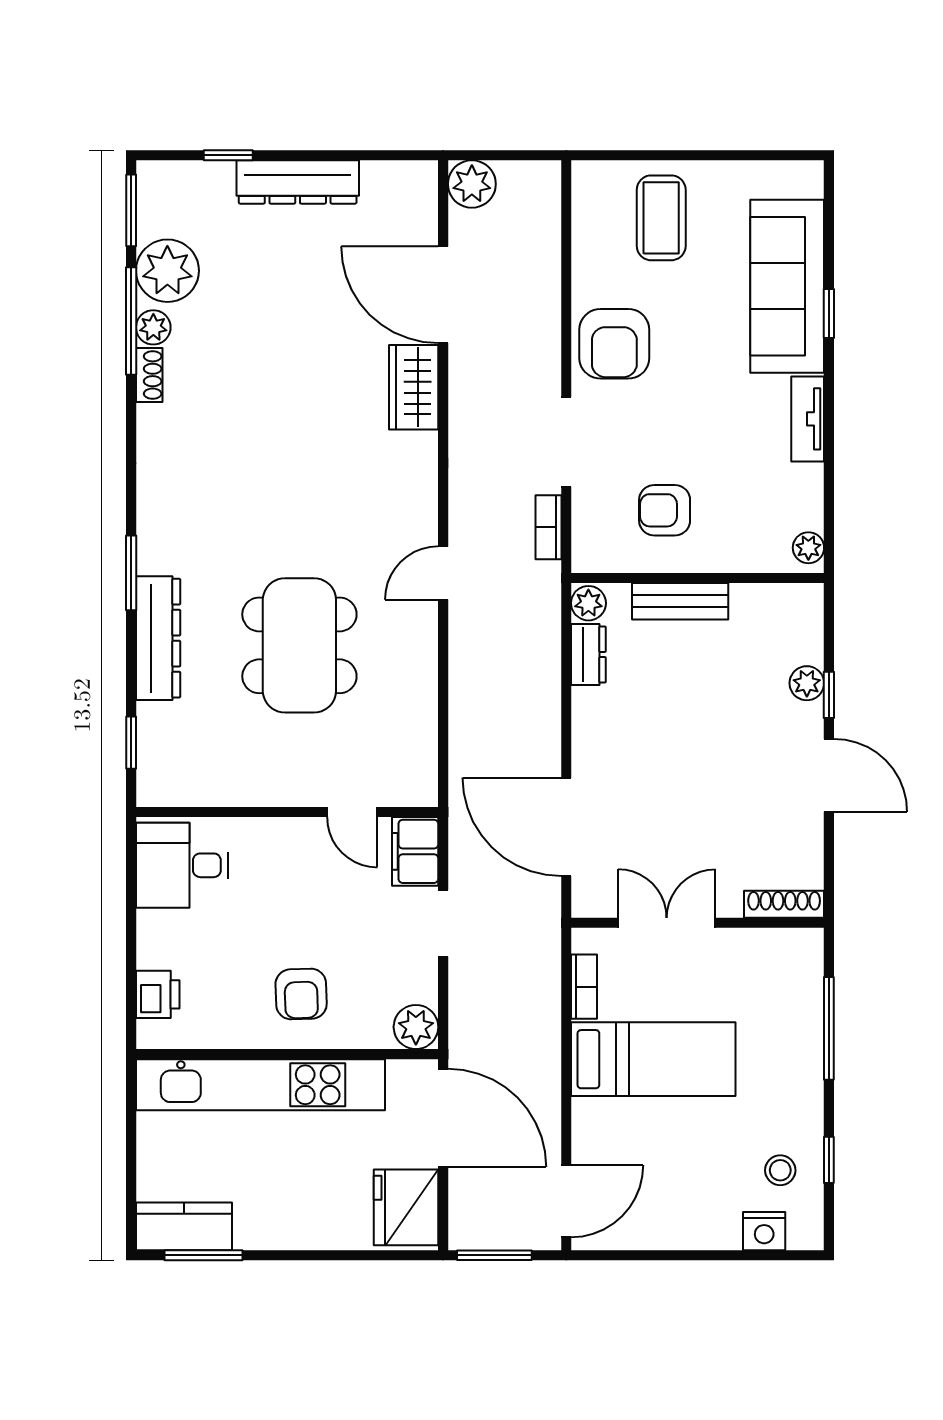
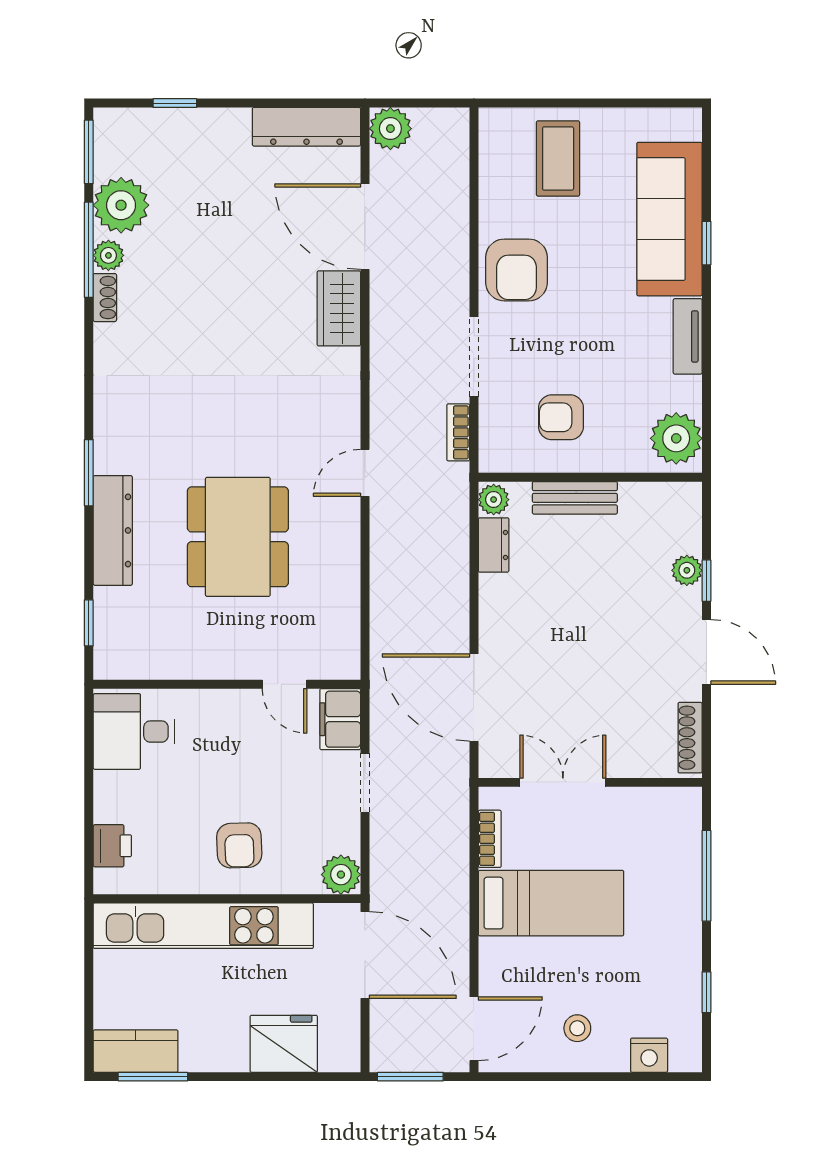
dresser: (298, 182) -> (306, 127), moved
plant: (808, 548) -> (676, 438), width x1.87, depth x1.87
shoe rack: (784, 904) -> (690, 738), moved, turned -90
stool: (780, 1170) -> (577, 1028), moved
fridge: (406, 1207) -> (284, 1044), moved, turned 90

